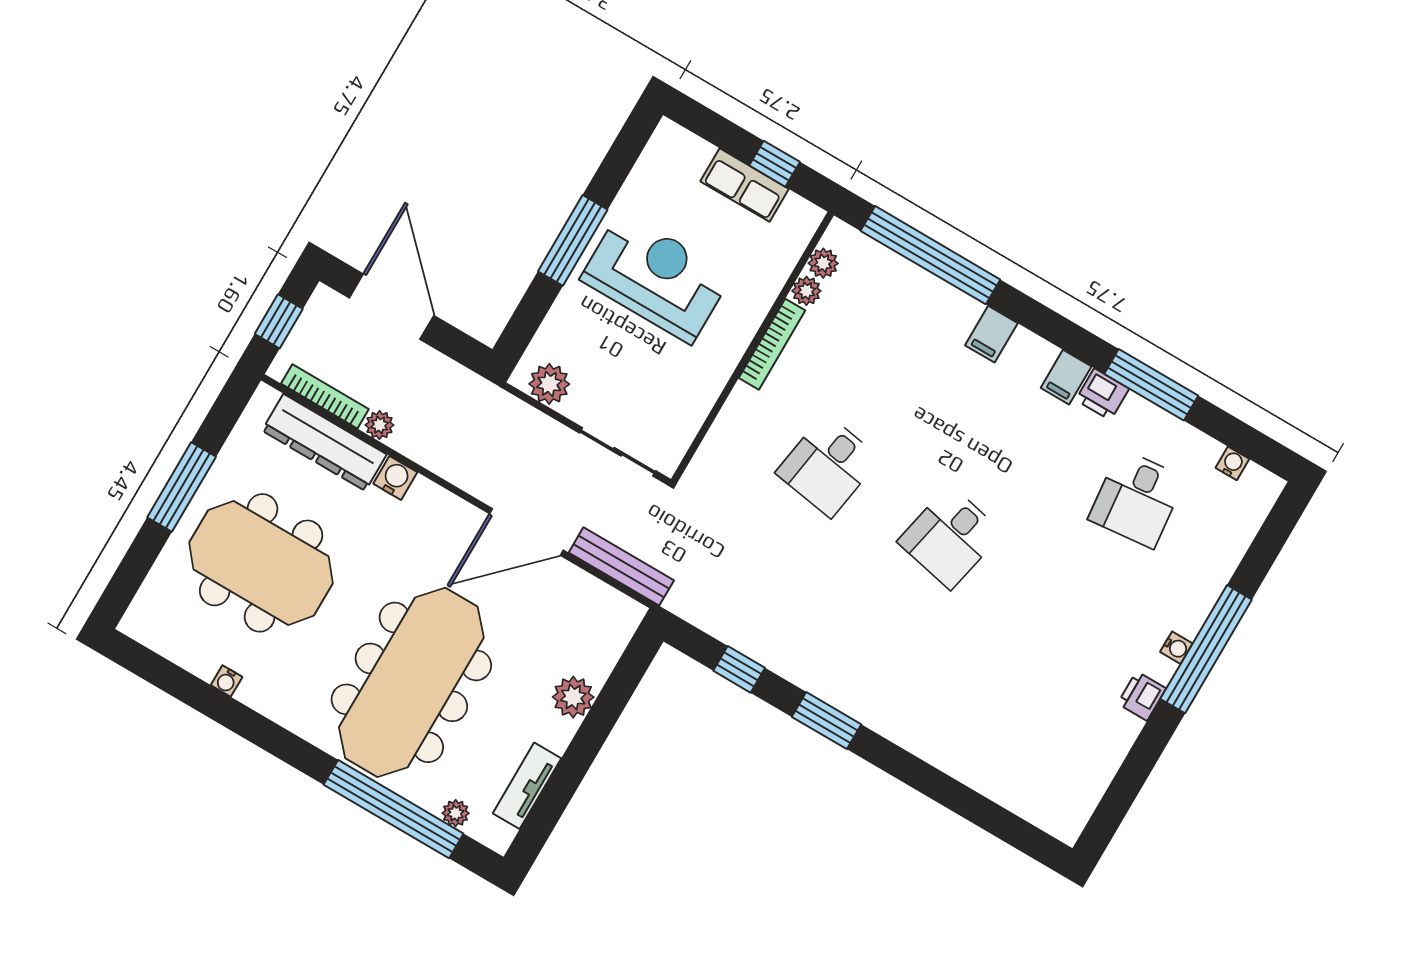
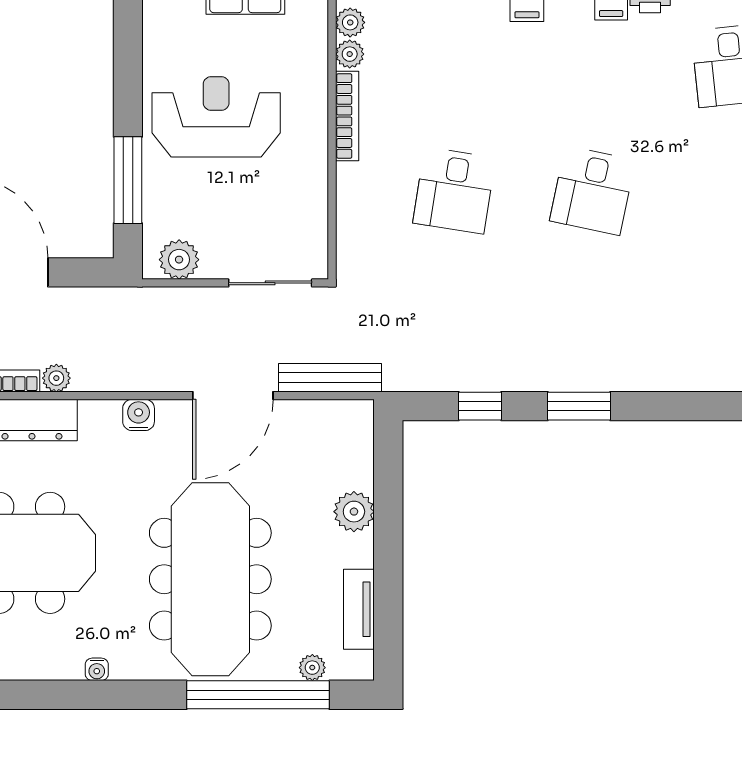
window: (573, 240) -> (128, 180), moved
water cooler: (395, 478) -> (139, 415), moved
water cooler: (227, 681) -> (97, 669), moved

